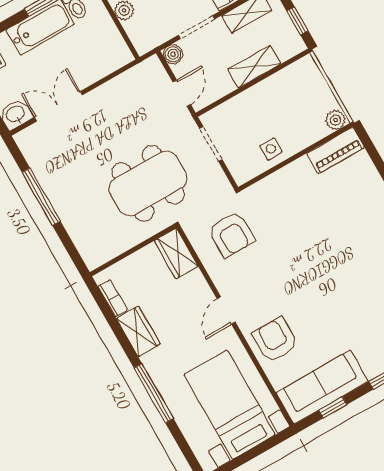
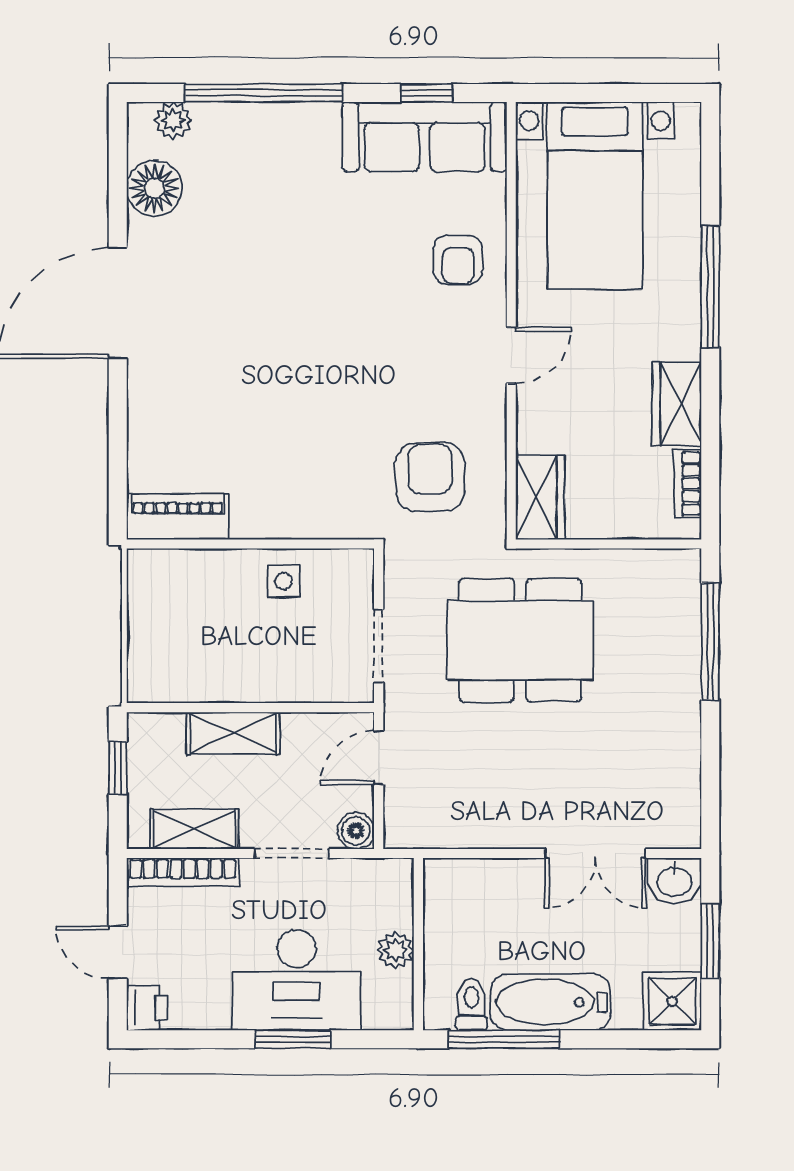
plant: (336, 120) -> (149, 567), removed
window: (41, 197) -> (710, 642), moved
armchair: (275, 340) -> (458, 260), width x0.72, depth x0.72

